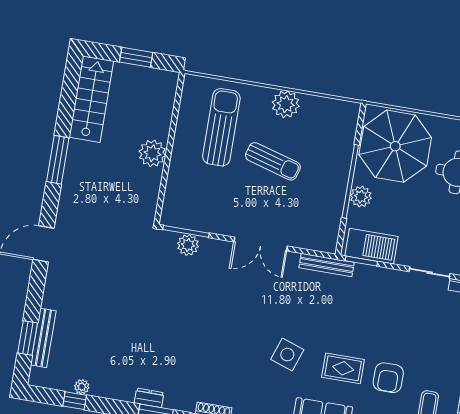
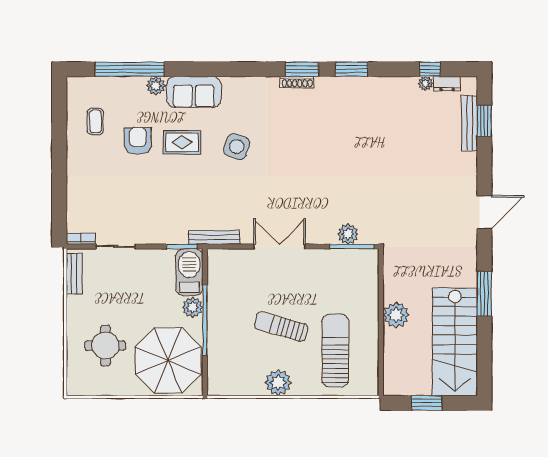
stairs: (91, 99) -> (455, 342), width x1.36, depth x1.51
sun lounger: (221, 127) -> (335, 350), turned 180
barbecue: (372, 246) -> (189, 272), moved, turned 90
dresser: (149, 398) -> (447, 84), moved

